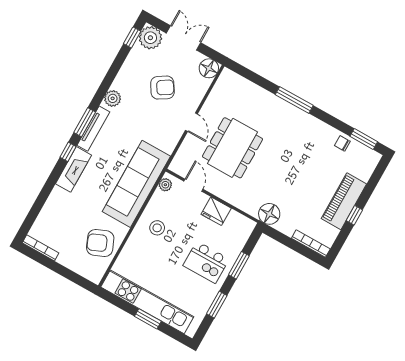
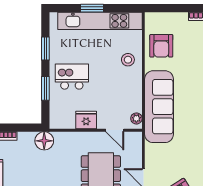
stool: (157, 228) -> (128, 60), moved
armchair: (100, 243) -> (161, 46), turned 113

